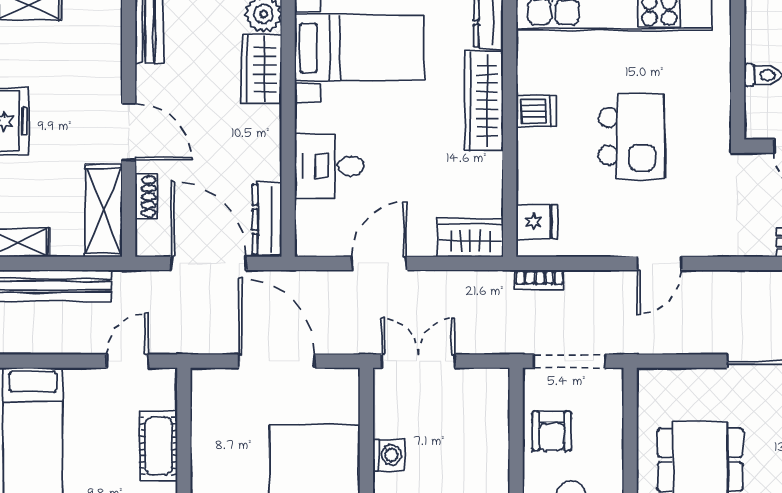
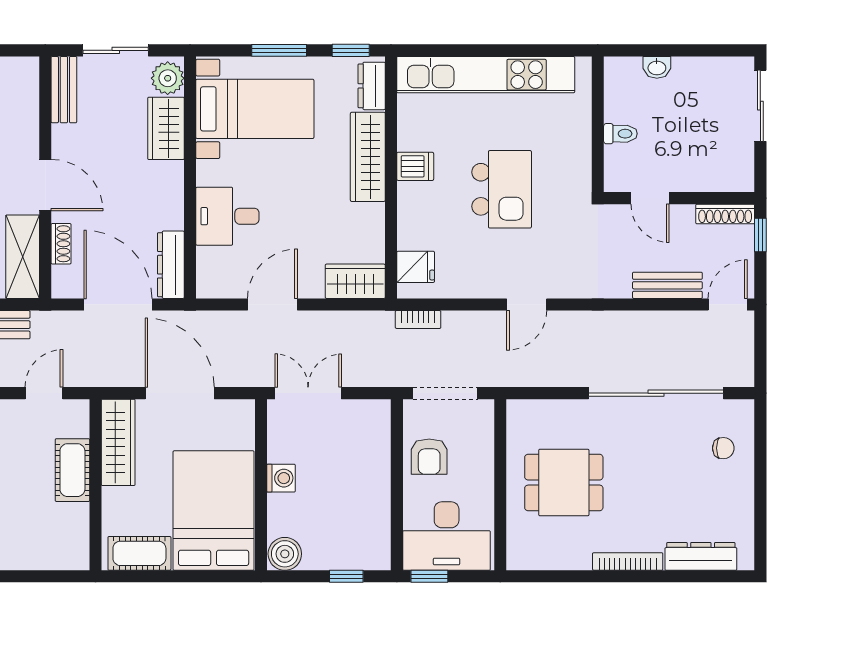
wardrobe: (209, 415) -> (118, 442), added

